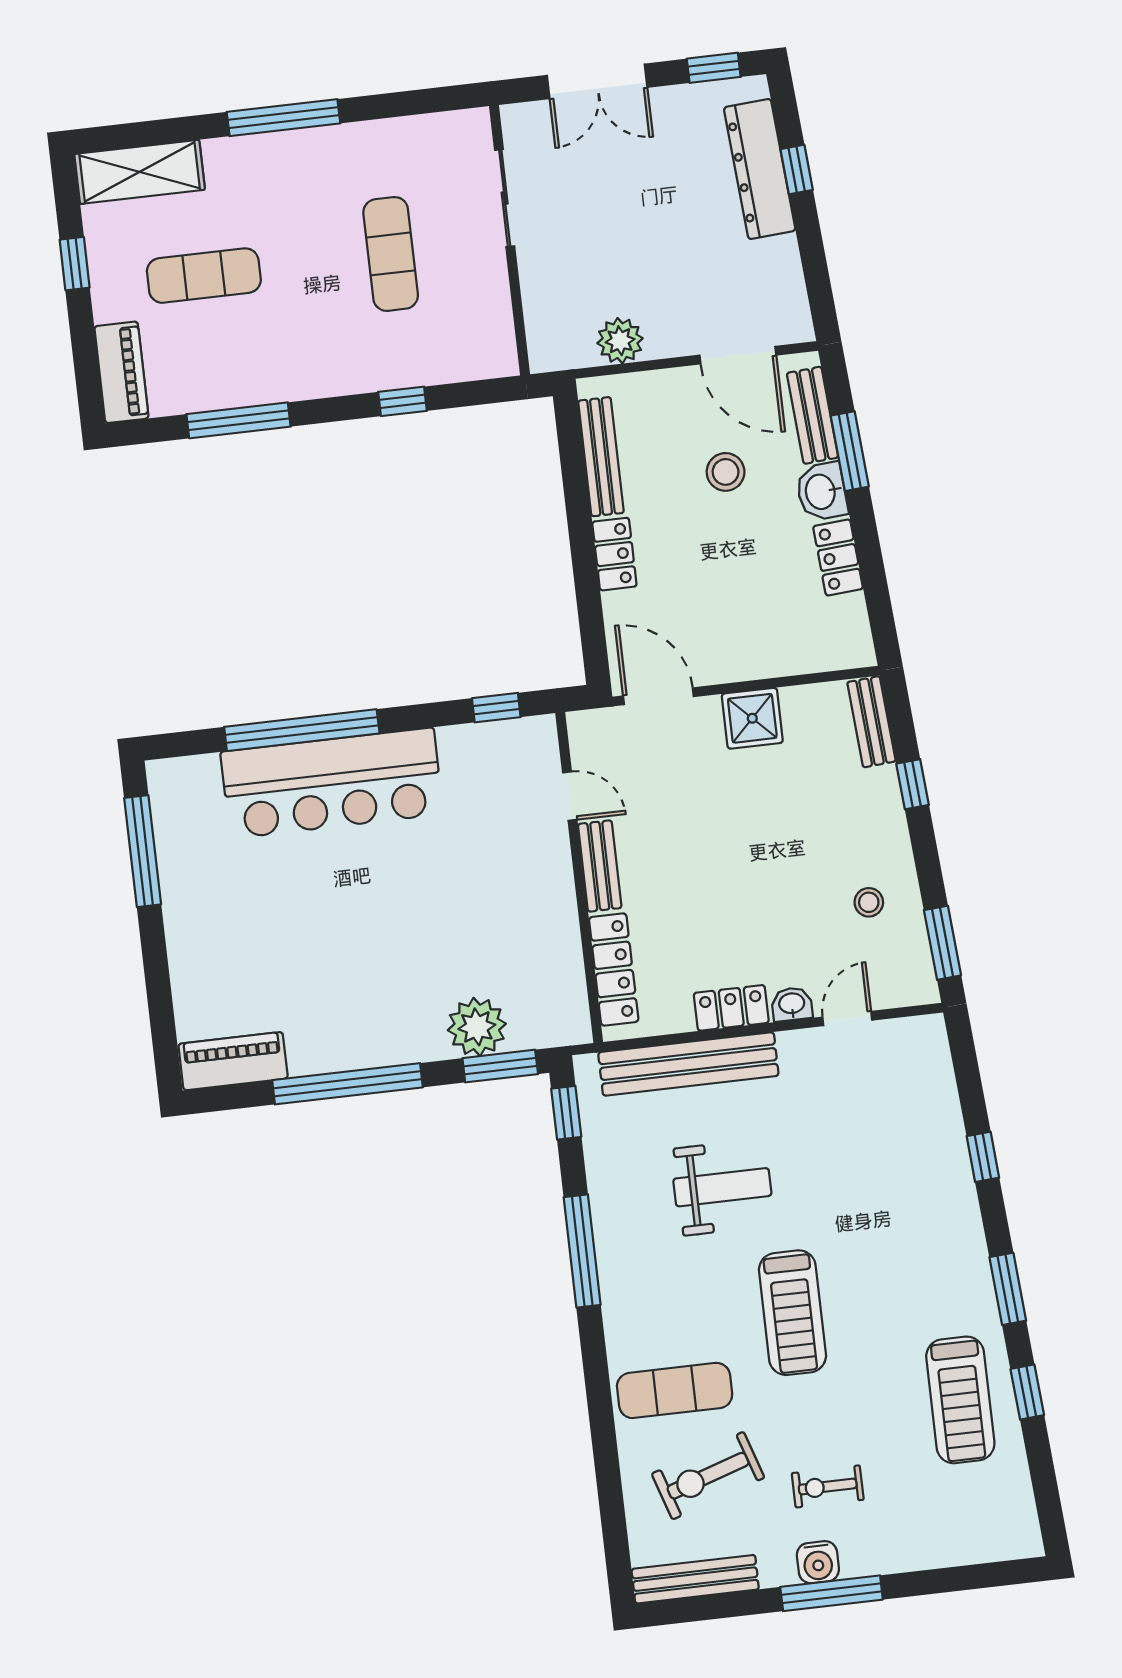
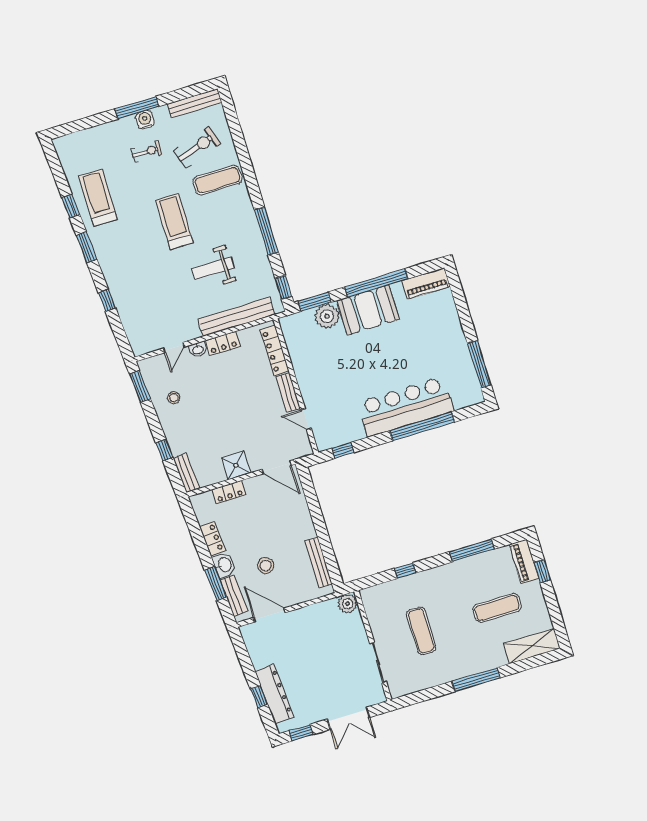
double door: (597, 81) -> (348, 718), swing flipped
window: (75, 264) -> (542, 571), moved
plant: (620, 341) -> (348, 604), moved
locker: (614, 554) -> (229, 492), moved, turned -90
booth: (379, 1024) -> (368, 310), added

